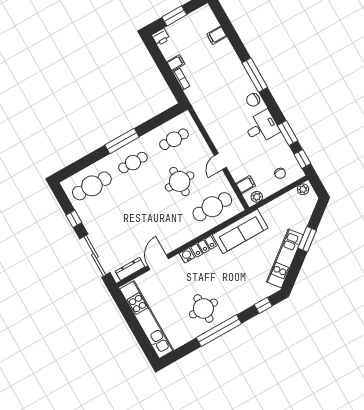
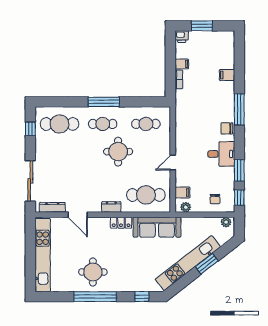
filing cabinet: (217, 35) -> (227, 75), moved
round table: (180, 181) -> (118, 152), moved
window: (74, 219) -> (30, 129), moved
dresser: (186, 237) -> (111, 207), added
water cooler: (187, 255) -> (104, 222), removed
kitchen unit: (285, 258) -> (188, 263), width x1.36
door: (158, 262) -> (78, 215), swing flipped

